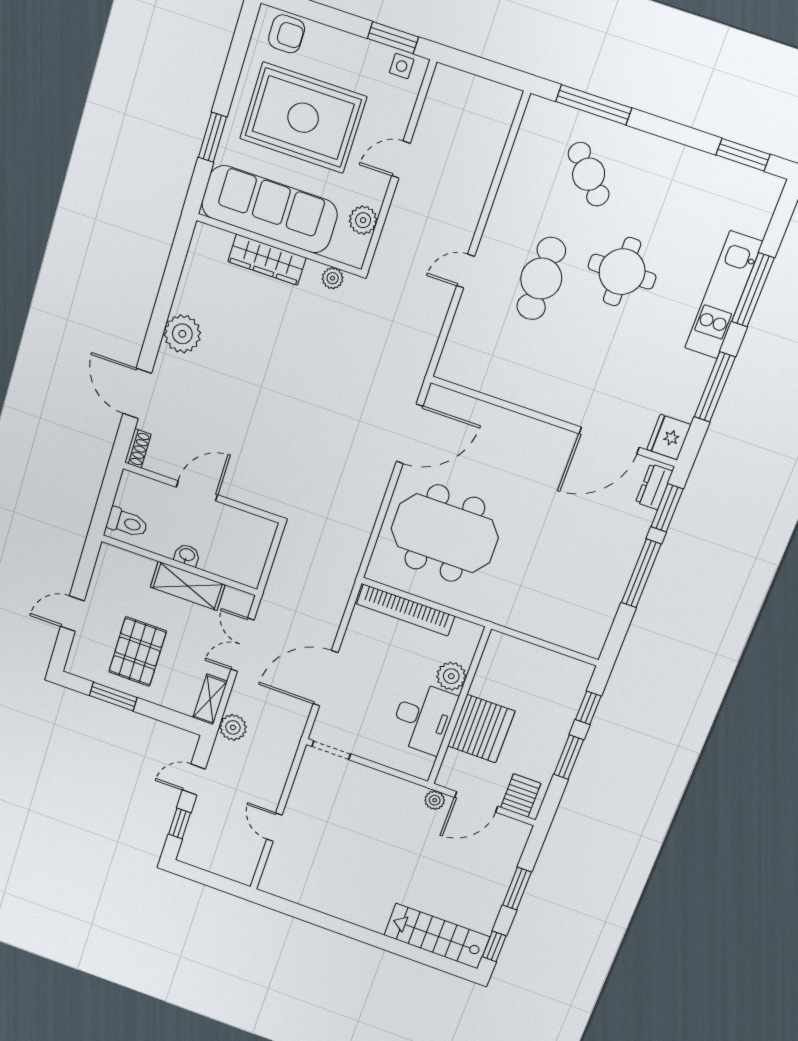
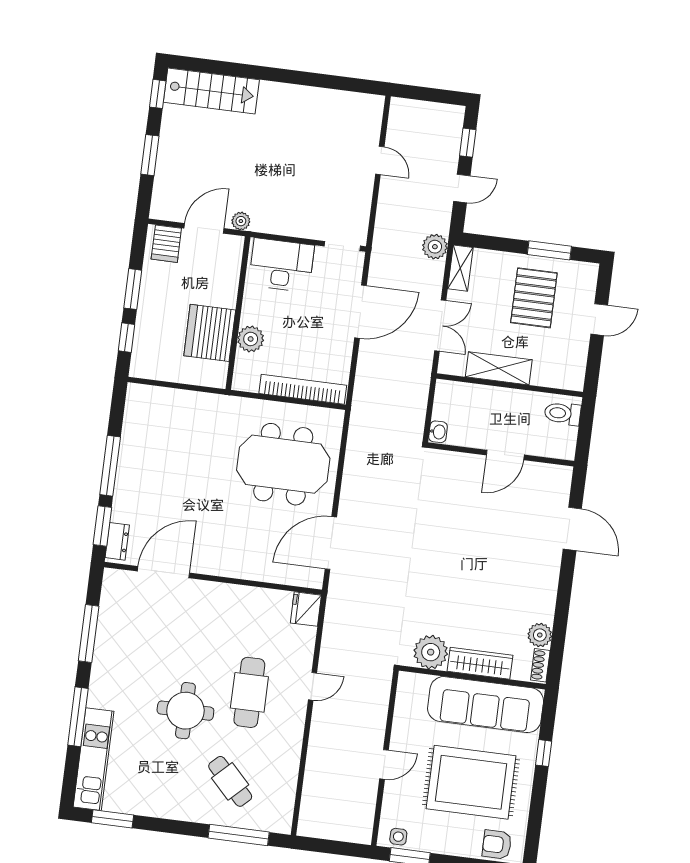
window: (213, 137) -> (544, 753), width x0.67
plant: (363, 220) -> (406, 711), removed
plant: (333, 278) -> (431, 652), width x1.88, depth x1.88
kitchen unit: (724, 295) -> (94, 759), moved
plant: (182, 334) -> (540, 635), moved, width x0.73, depth x0.73
fridge: (669, 437) -> (306, 609), moved, turned 180
shoe rack: (138, 448) -> (540, 665), moved
washbasin: (187, 555) -> (438, 432), moved, turned -90
desk: (423, 718) -> (281, 265), moved, turned 90
server rack: (481, 729) -> (210, 333), moved

